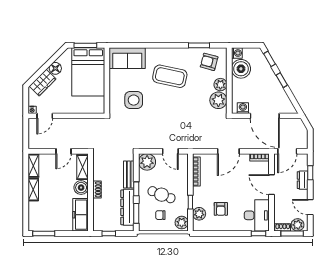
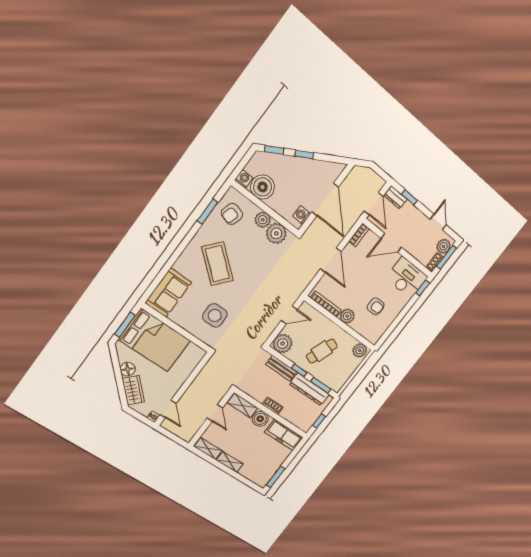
coffee table: (170, 76) -> (217, 264), turned -62
door: (265, 116) -> (325, 199), hinge flipped
dresser: (303, 180) -> (395, 197), moved
window: (190, 202) -> (348, 330), removed
door: (310, 207) -> (438, 222), swing flipped
plant: (199, 214) -> (347, 316), moved
chair: (160, 215) -> (339, 365), removed

